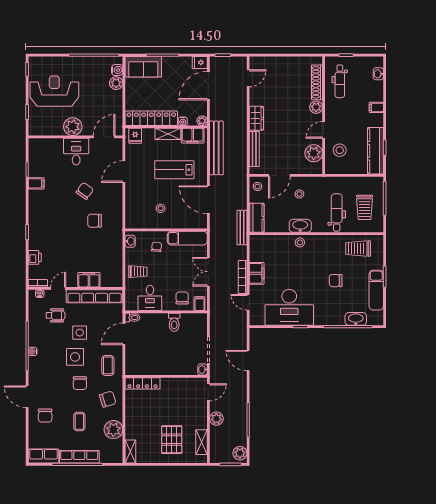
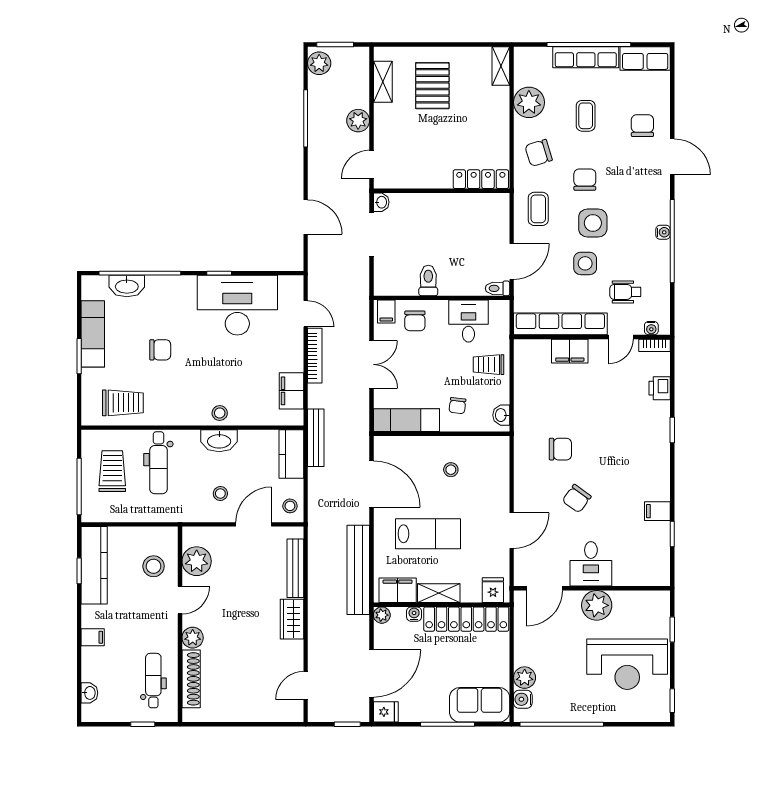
filing cabinet: (257, 273) -> (291, 391), moved

